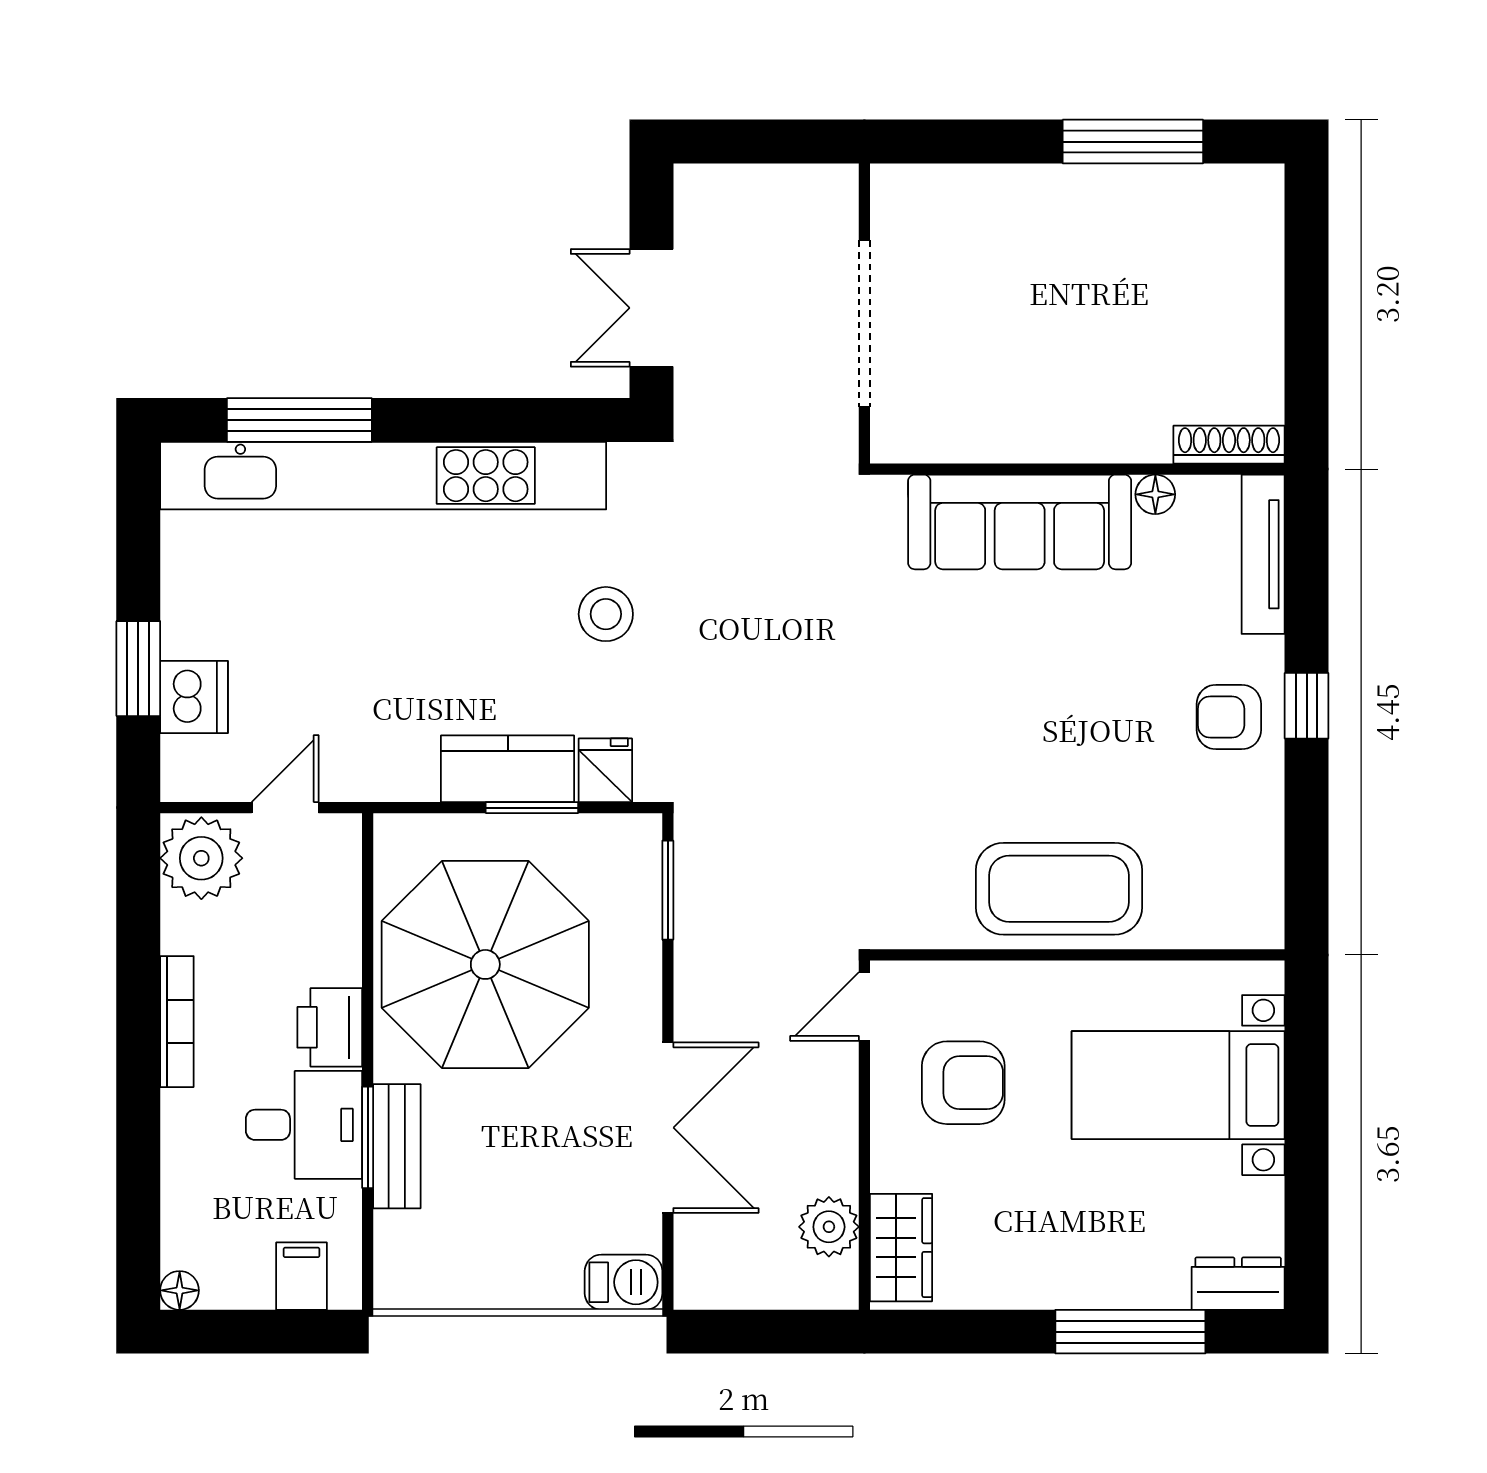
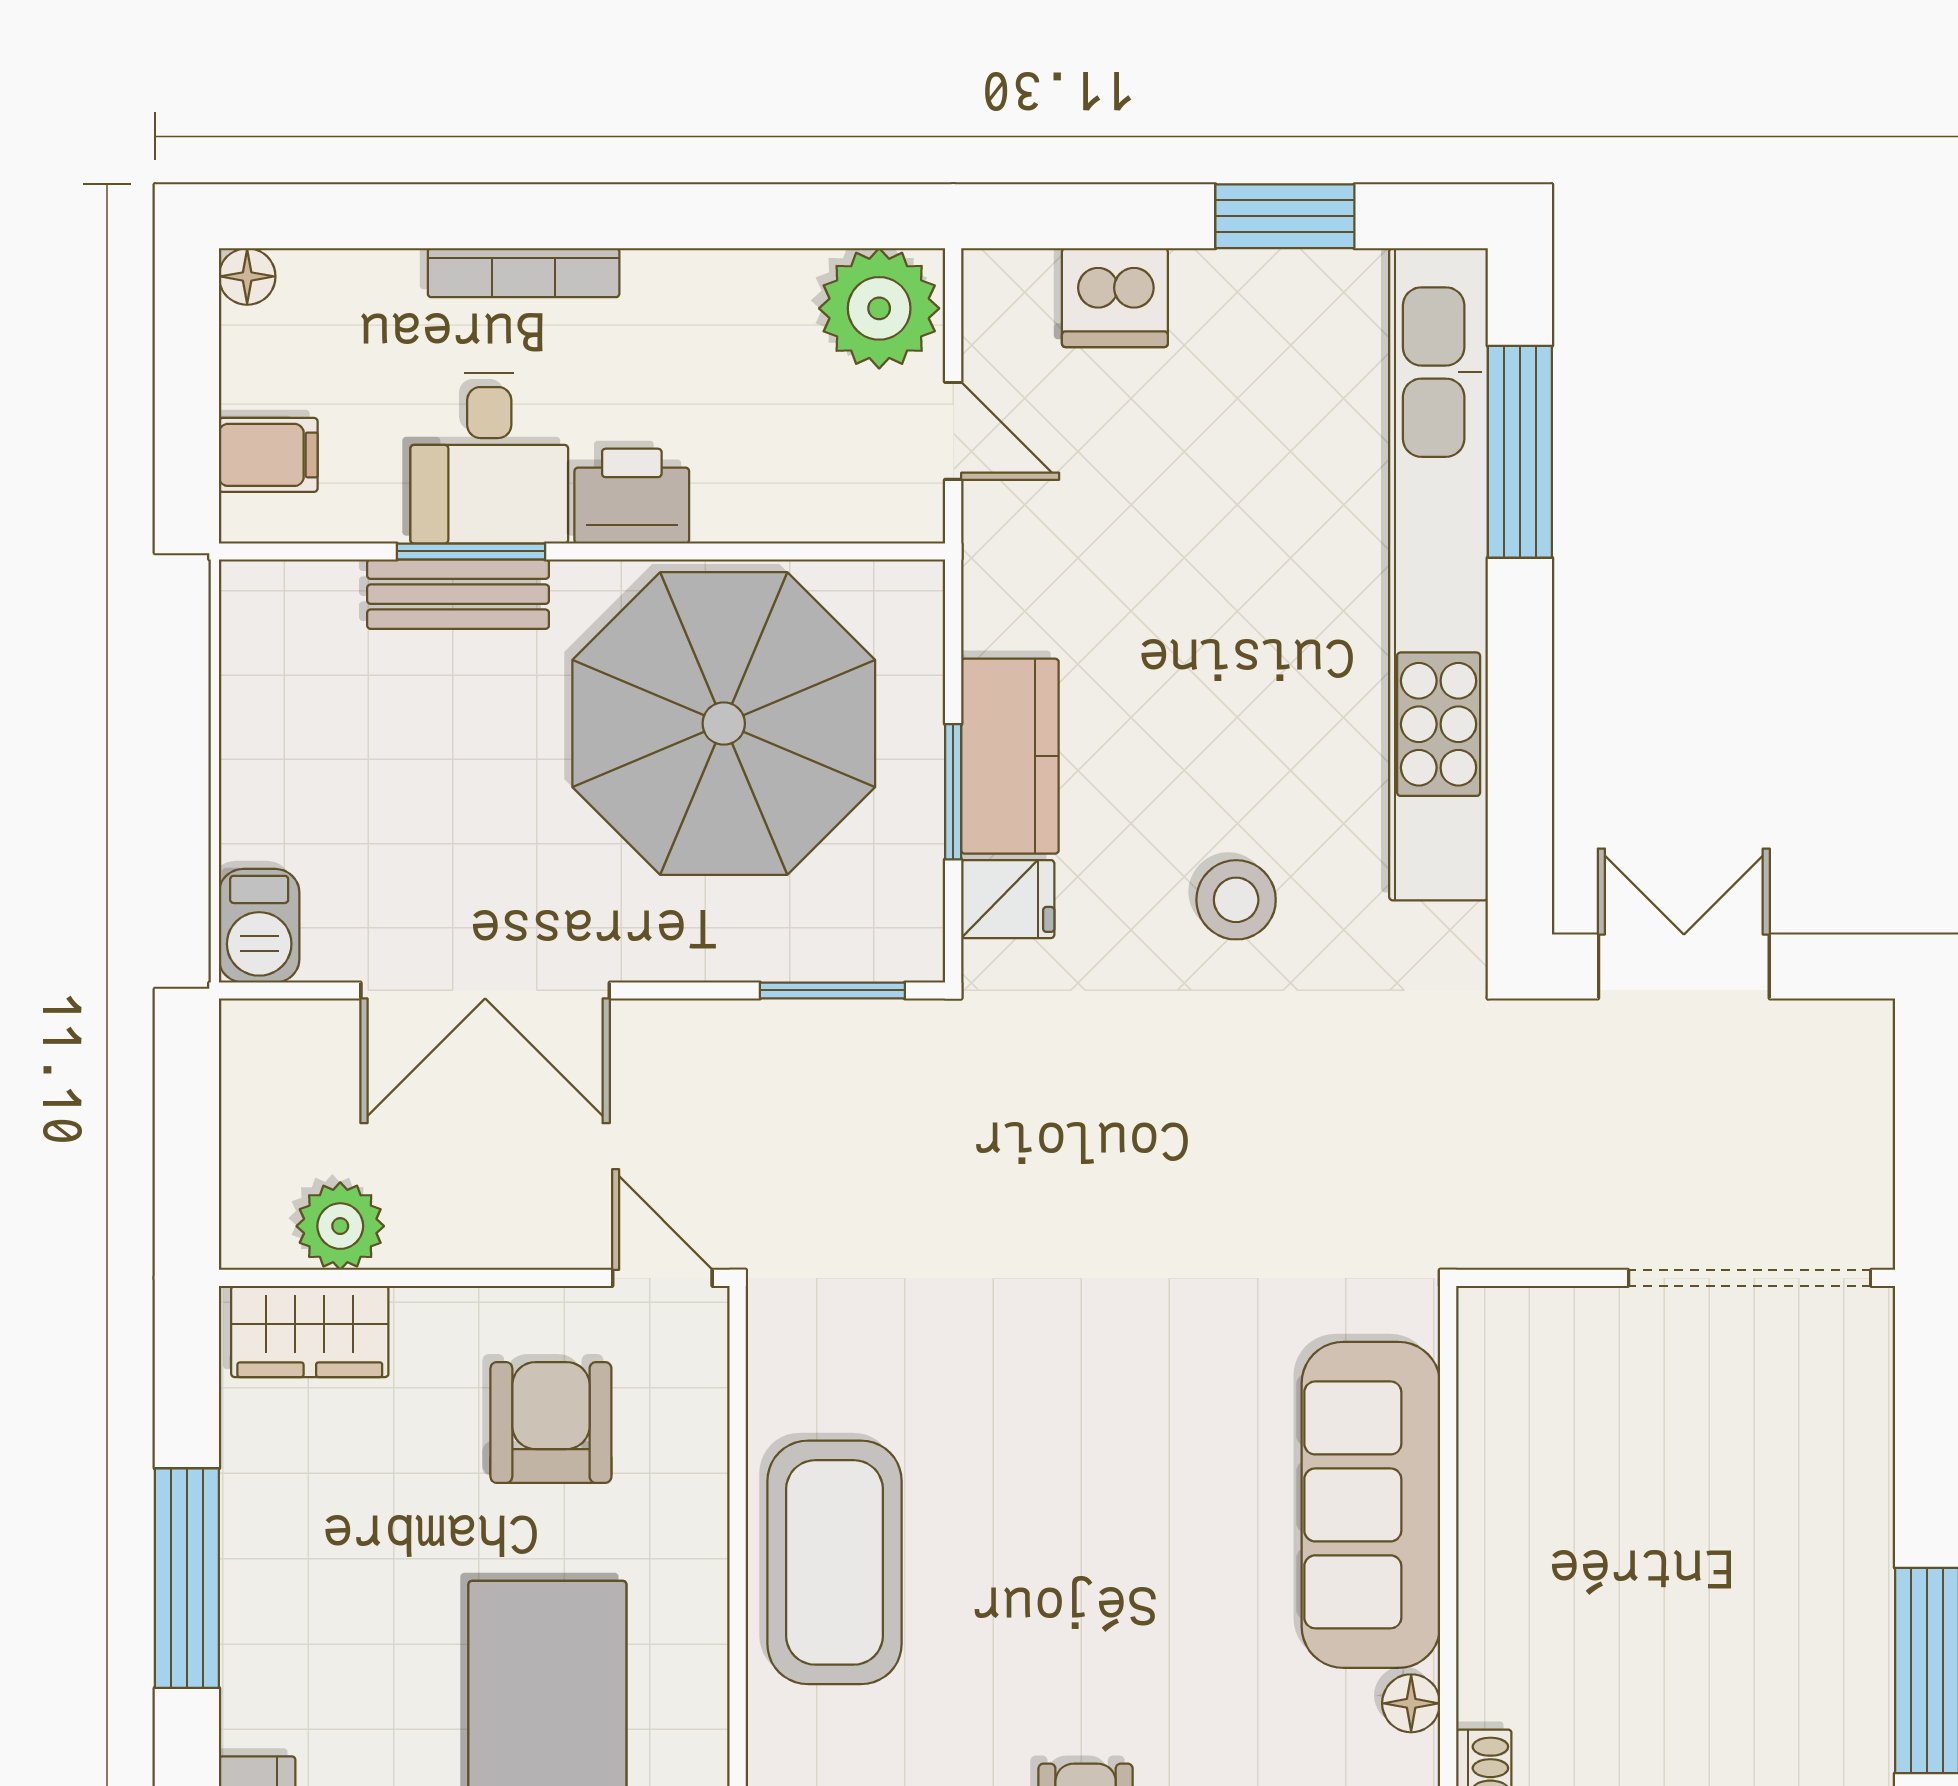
doorway: (864, 324) -> (1750, 1278), moved
window: (138, 669) -> (1285, 216), moved
bookcase: (177, 1022) -> (524, 273), moved
armchair: (963, 1083) -> (551, 1422), turned 180
window: (1130, 1332) -> (187, 1578), moved

